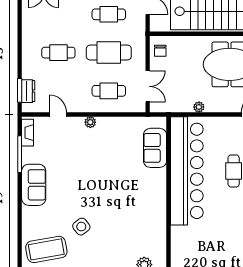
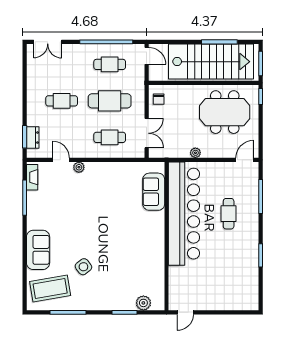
plant: (90, 122) -> (79, 167), moved
sofa: (34, 185) -> (38, 250), moved

